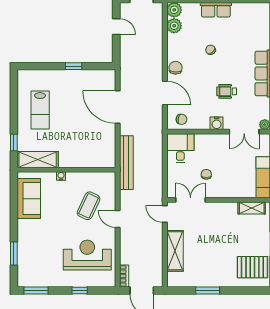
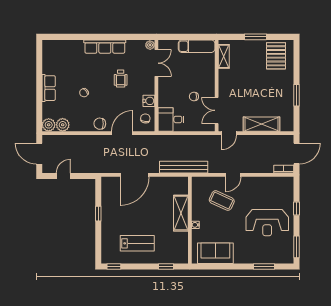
window: (14, 84) -> (114, 266), added
water cooler: (217, 123) -> (149, 101), moved
shelving: (38, 160) -> (181, 213), moved
reception desk: (87, 255) -> (267, 223), moved, turned -90

